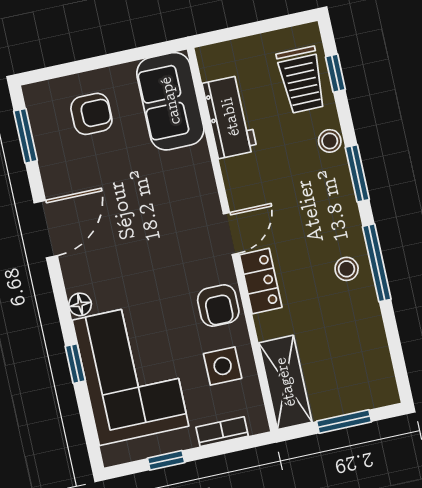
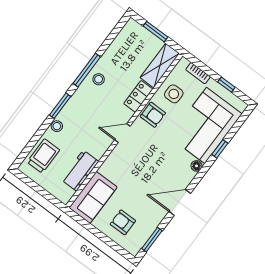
window: (335, 73) -> (30, 146), removed
locker: (261, 281) -> (138, 96), moved
armchair: (218, 305) -> (153, 115), turned 90

